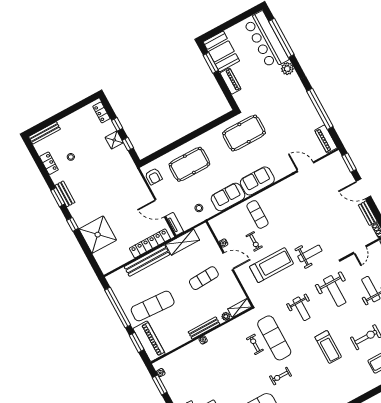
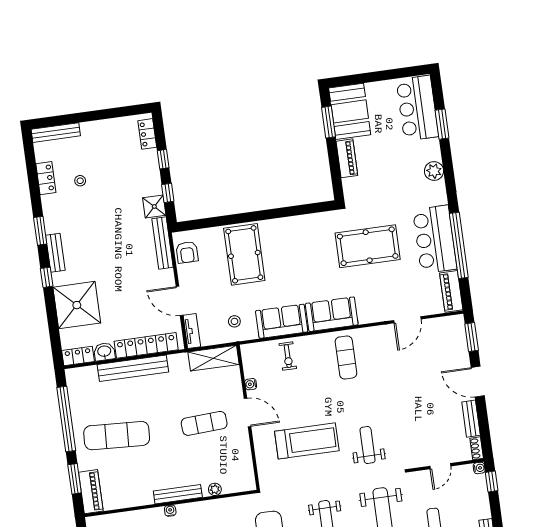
window: (281, 38) -> (442, 124), width x0.47
bar counter: (266, 40) -> (417, 108), width x0.73
bar counter: (304, 111) -> (435, 239), added
pool table: (244, 133) -> (368, 246), moved
shower: (114, 140) -> (154, 206), moved
pool table: (189, 164) -> (244, 254), turned 90
door: (305, 167) -> (407, 320), swing flipped
bench: (136, 176) -> (163, 243), added
bench: (65, 194) -> (55, 253), moved
exercise mat: (257, 214) -> (346, 357), moved
exercise bike: (254, 241) -> (288, 356), moved
shelving: (183, 242) -> (214, 358), moved
weight bench: (310, 253) -> (368, 445), turned -90
washbasin: (125, 257) -> (104, 352), added
locker: (110, 266) -> (78, 356), added
shelving: (240, 308) -> (239, 485), removed
piano: (149, 341) -> (91, 492), width x0.73, depth x0.75

